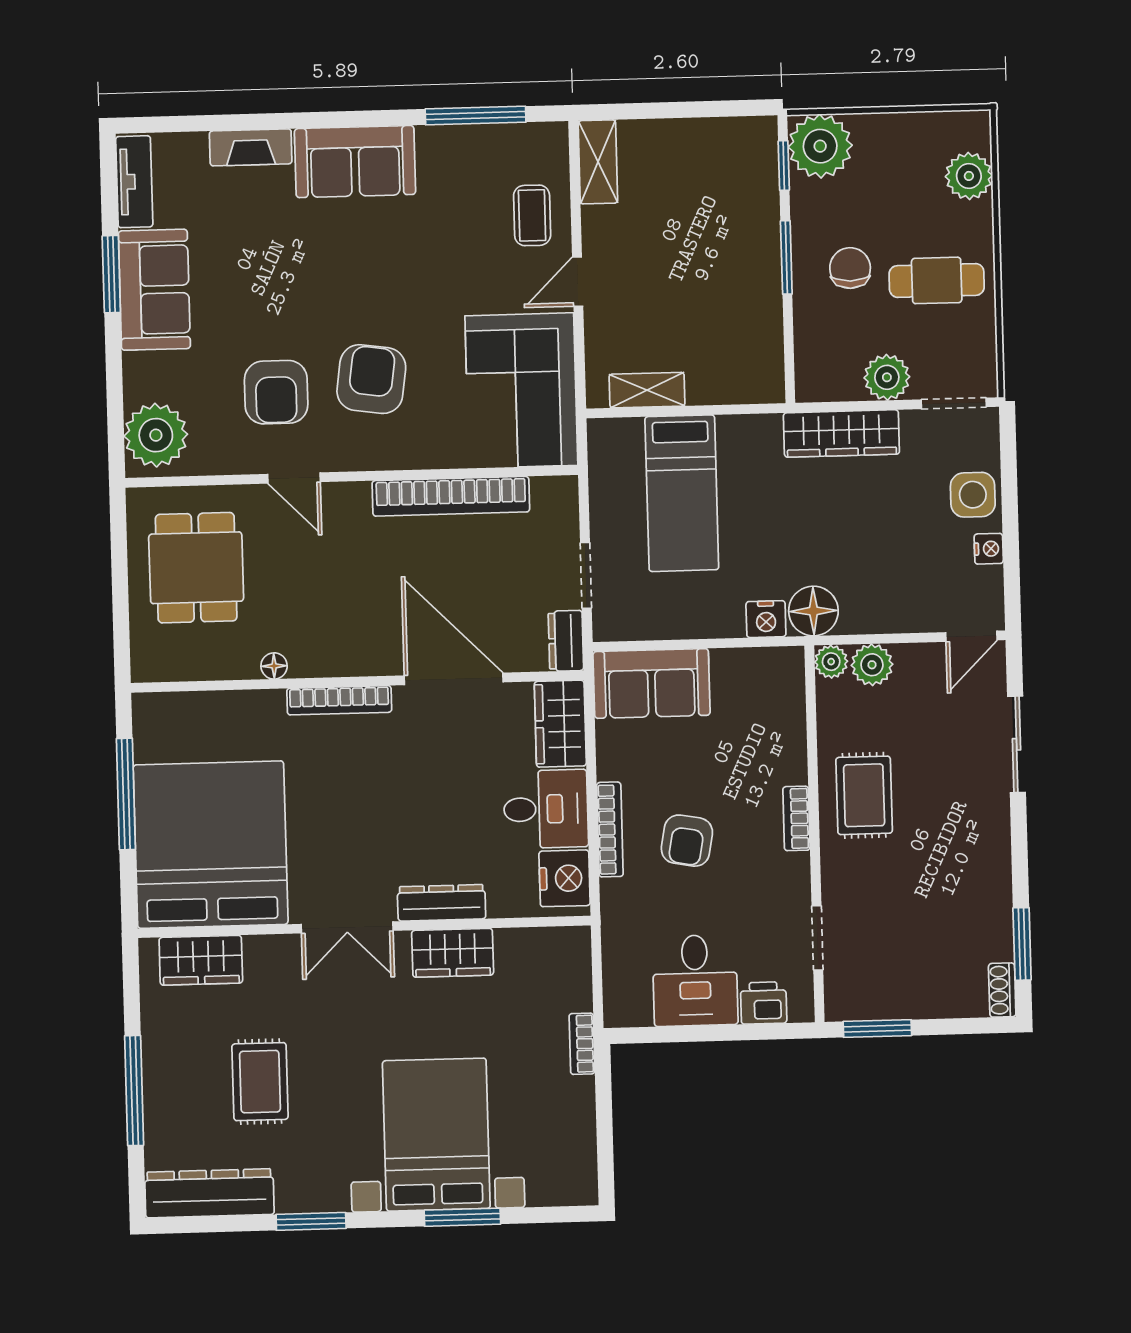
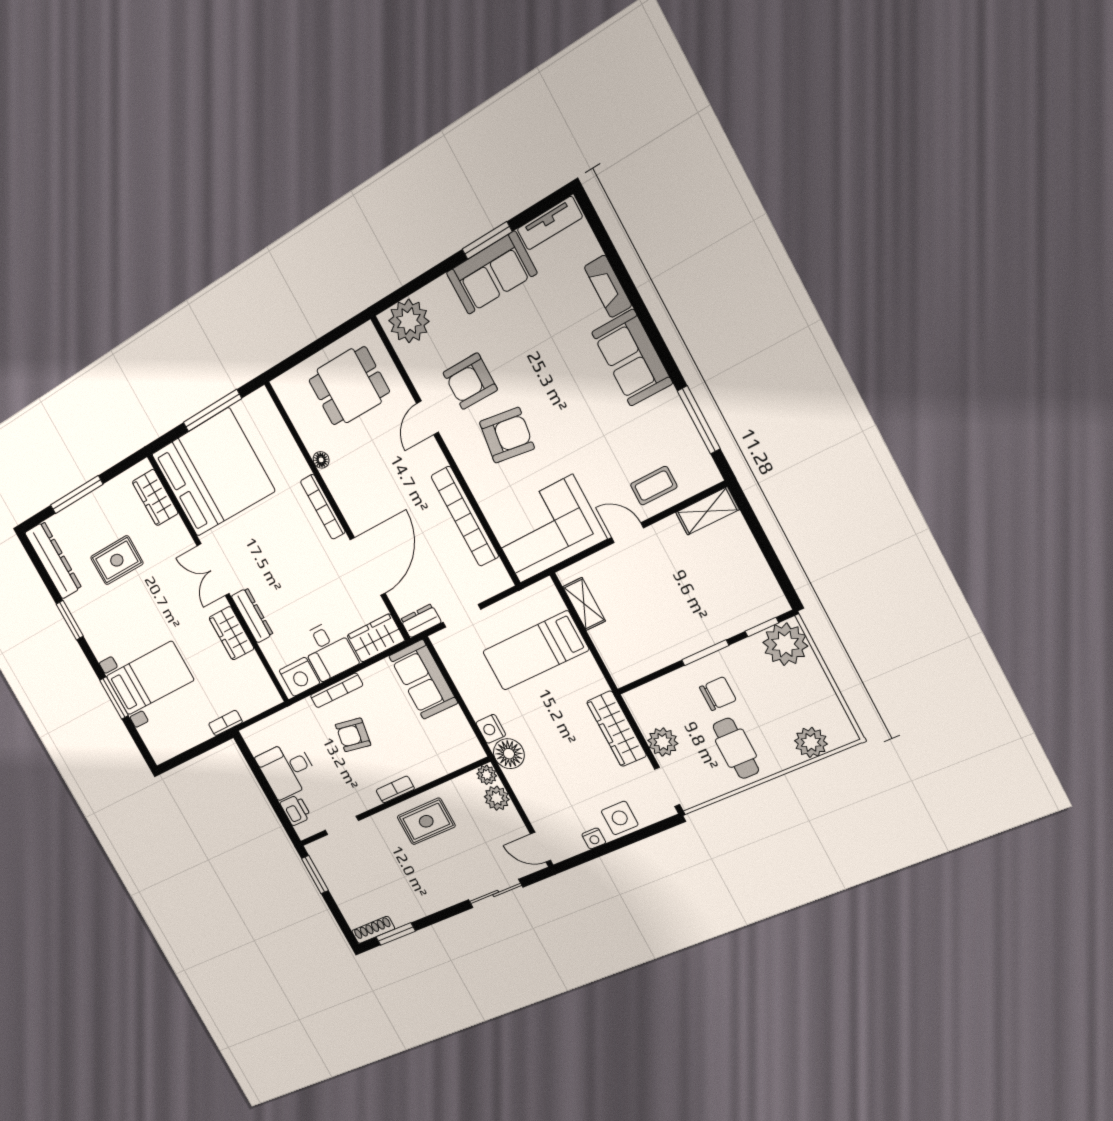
shoe rack: (1002, 990) -> (373, 930), width x1.43
bed with nightstands: (436, 1135) -> (150, 678), width x0.73

